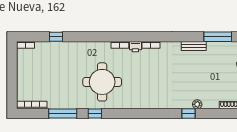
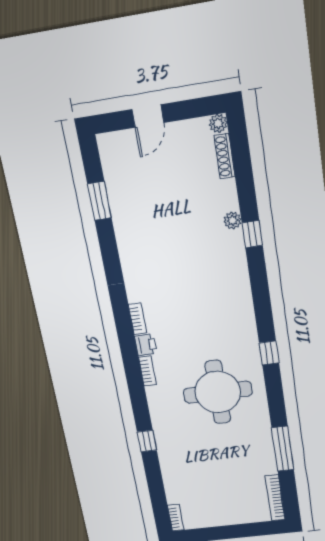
window: (56, 37) -> (147, 441), moved
window: (218, 37) -> (99, 201), width x0.69
bench: (194, 46) -> (125, 243), removed
window: (95, 114) -> (269, 353), moved

